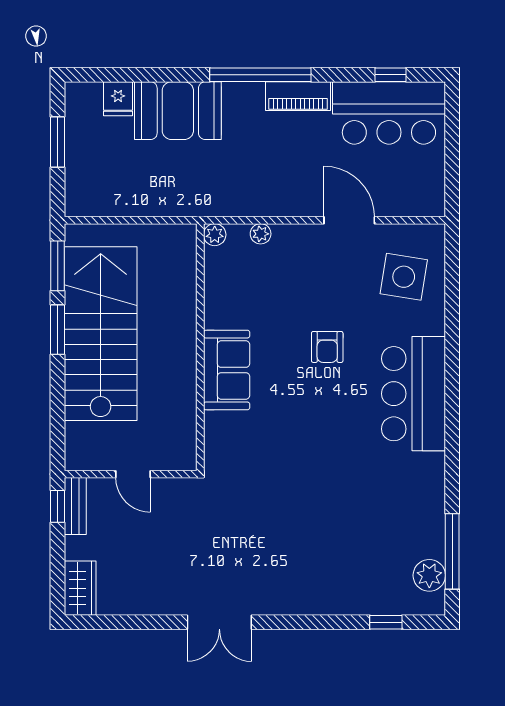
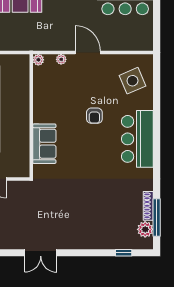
door: (349, 220) -> (88, 53), moved
side table: (404, 277) -> (132, 81), turned -32
sofa: (227, 370) -> (44, 144), moved
shoe rack: (435, 528) -> (148, 206), added

